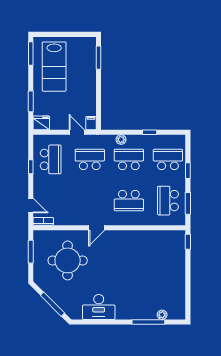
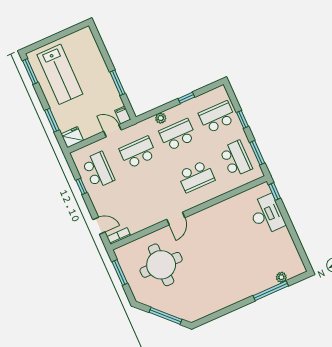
window: (98, 58) -> (117, 83), moved
school desk: (168, 201) -> (236, 159), turned 180
desk: (99, 307) -> (267, 215), moved, turned -90

